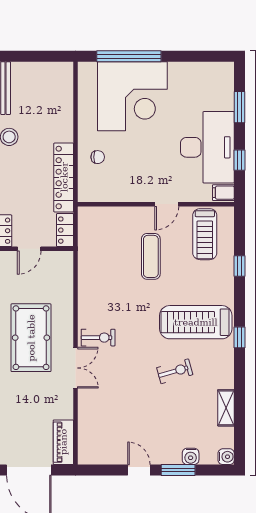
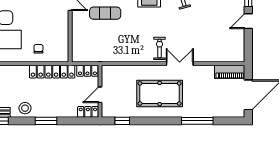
door: (29, 249) -> (100, 95), swing flipped

